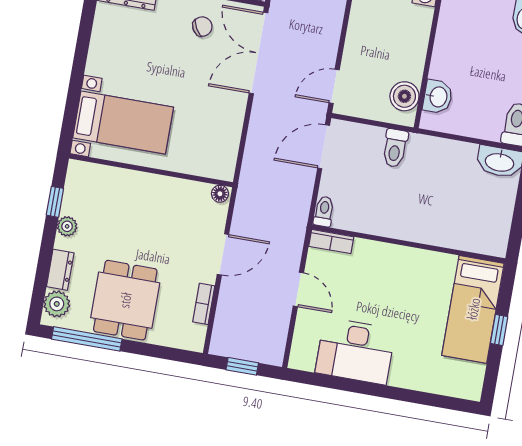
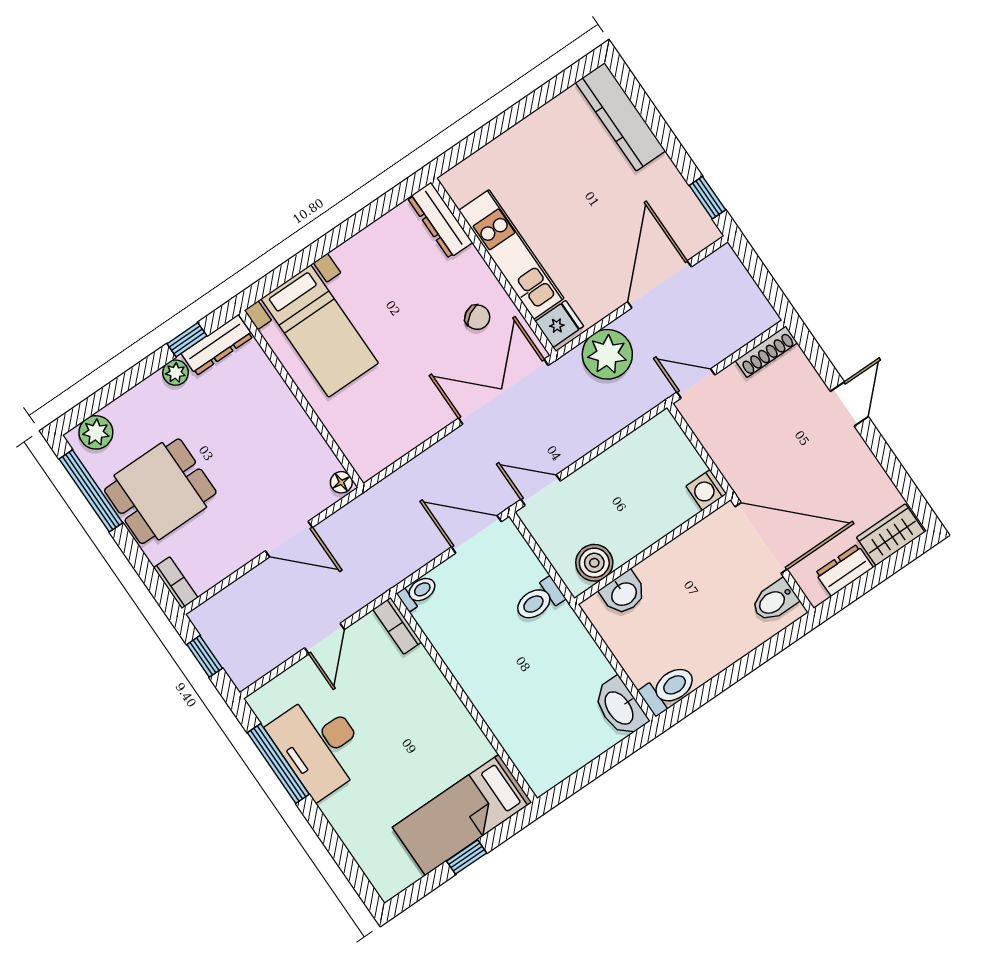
dresser: (60, 270) -> (217, 345), moved, width x1.44
bookcase: (204, 304) -> (176, 583), moved, turned 90
window: (343, 384) -> (278, 764), added

